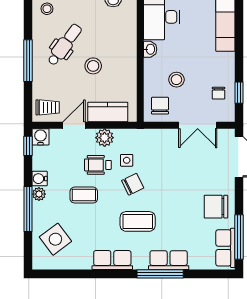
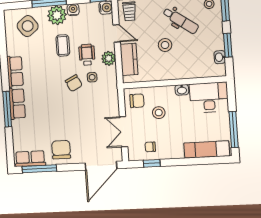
plant: (39, 194) -> (57, 15), width x1.88, depth x1.88
coffee table: (138, 221) -> (46, 89), removed
row of seats: (169, 260) -> (17, 104), moved

